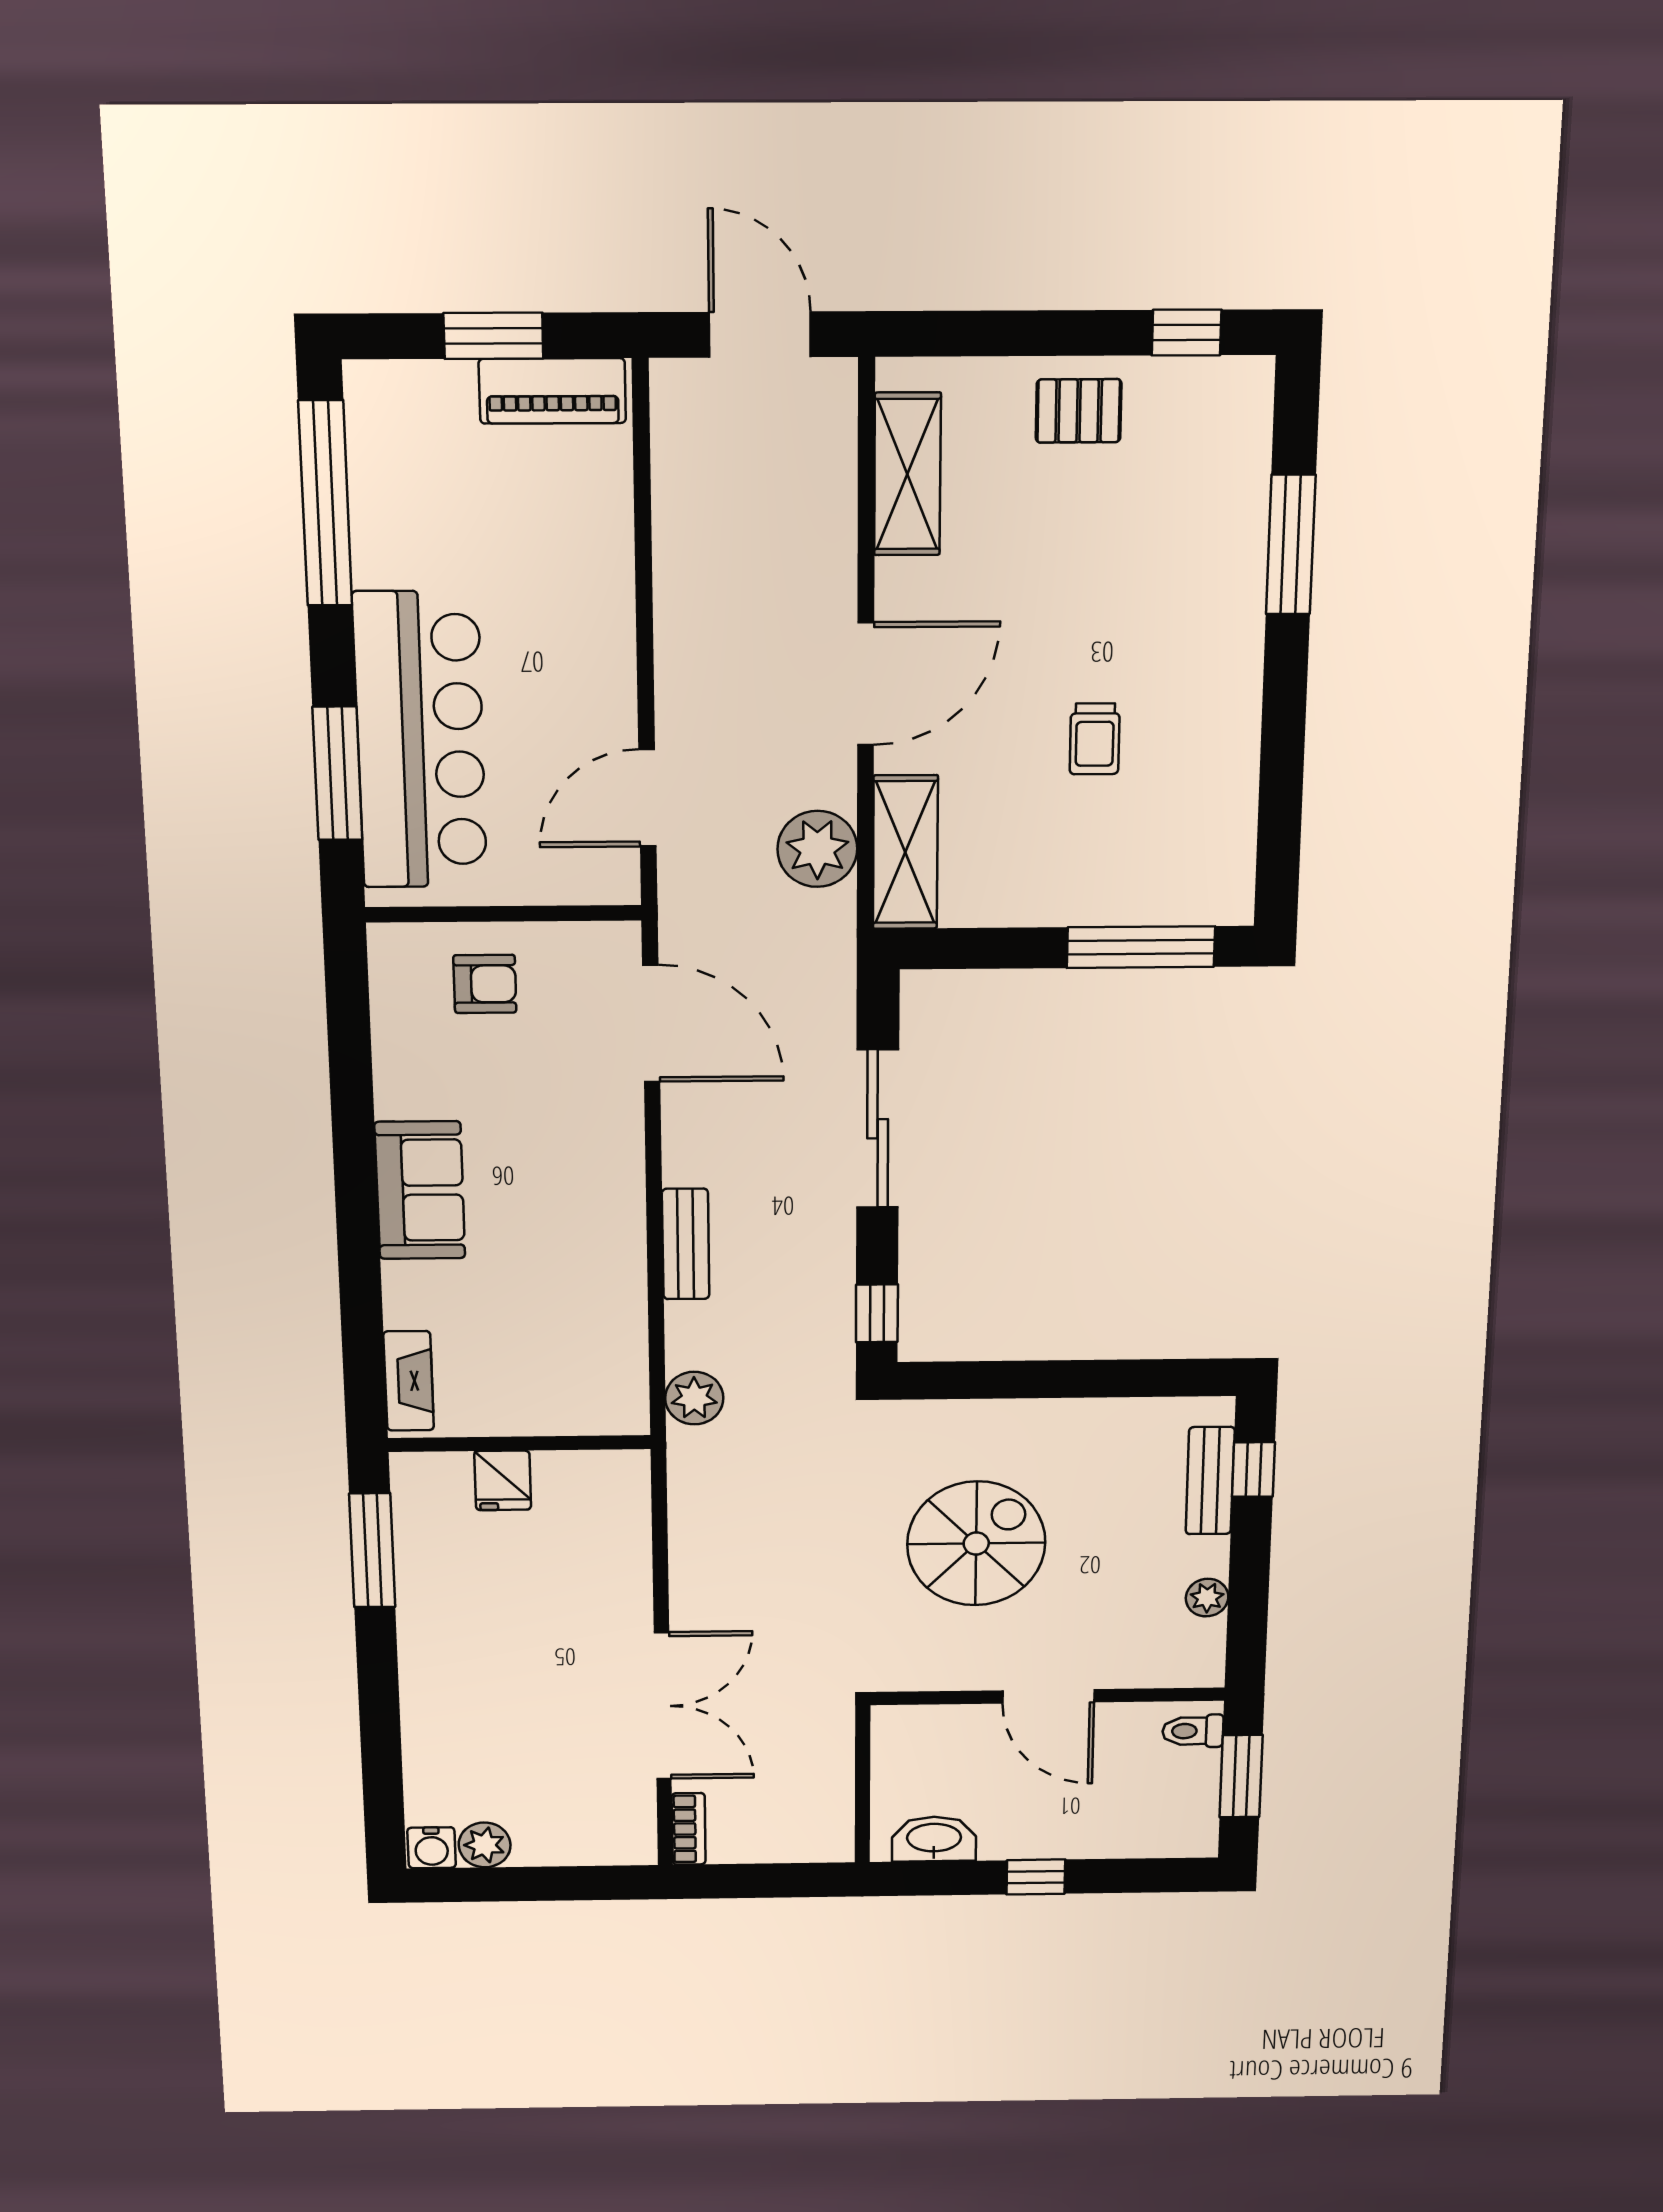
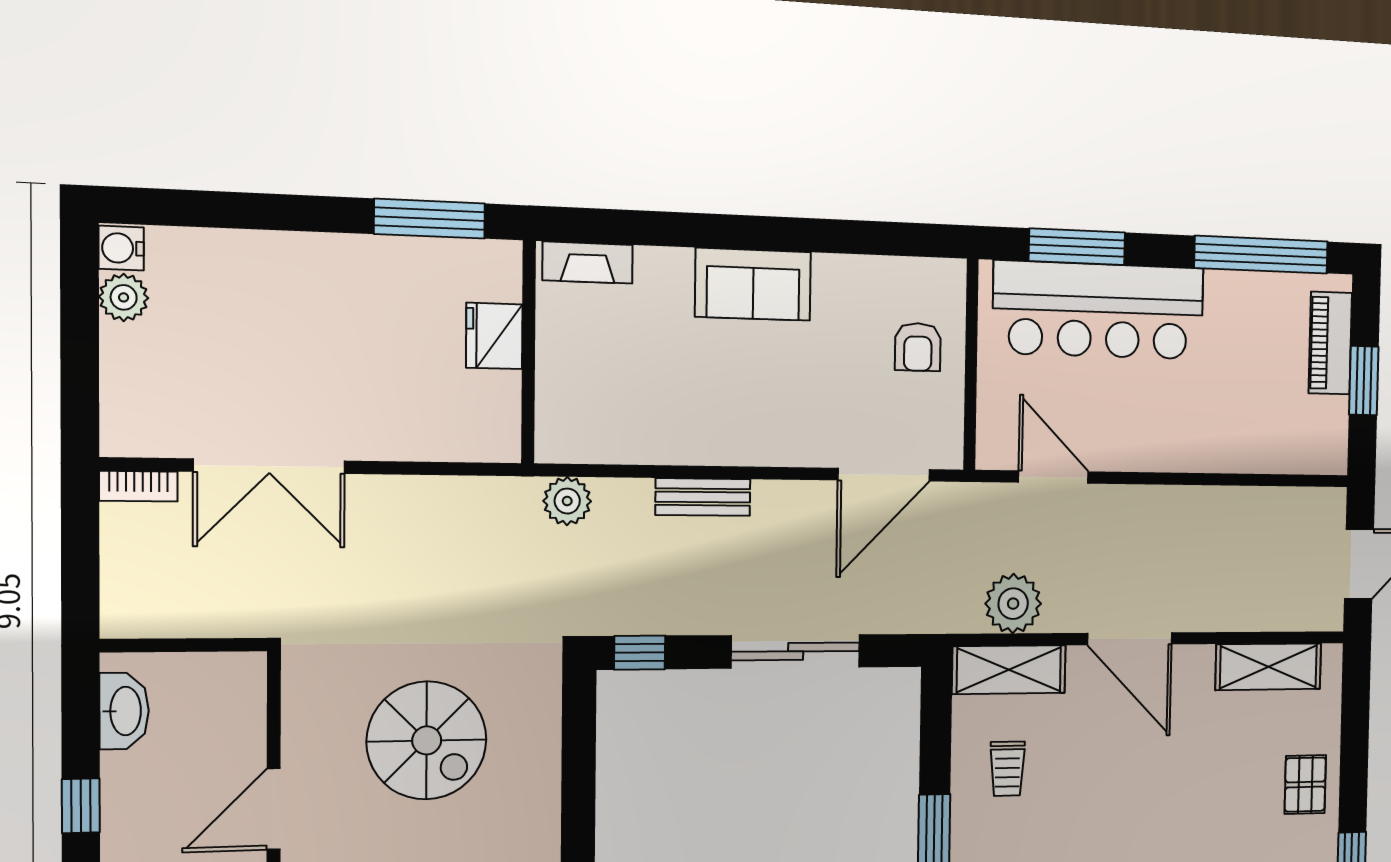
piano: (552, 391) -> (1330, 343), moved
trolley: (1095, 739) -> (1007, 769), moved, turned -90
fridge: (503, 1480) -> (494, 336), width x1.38

